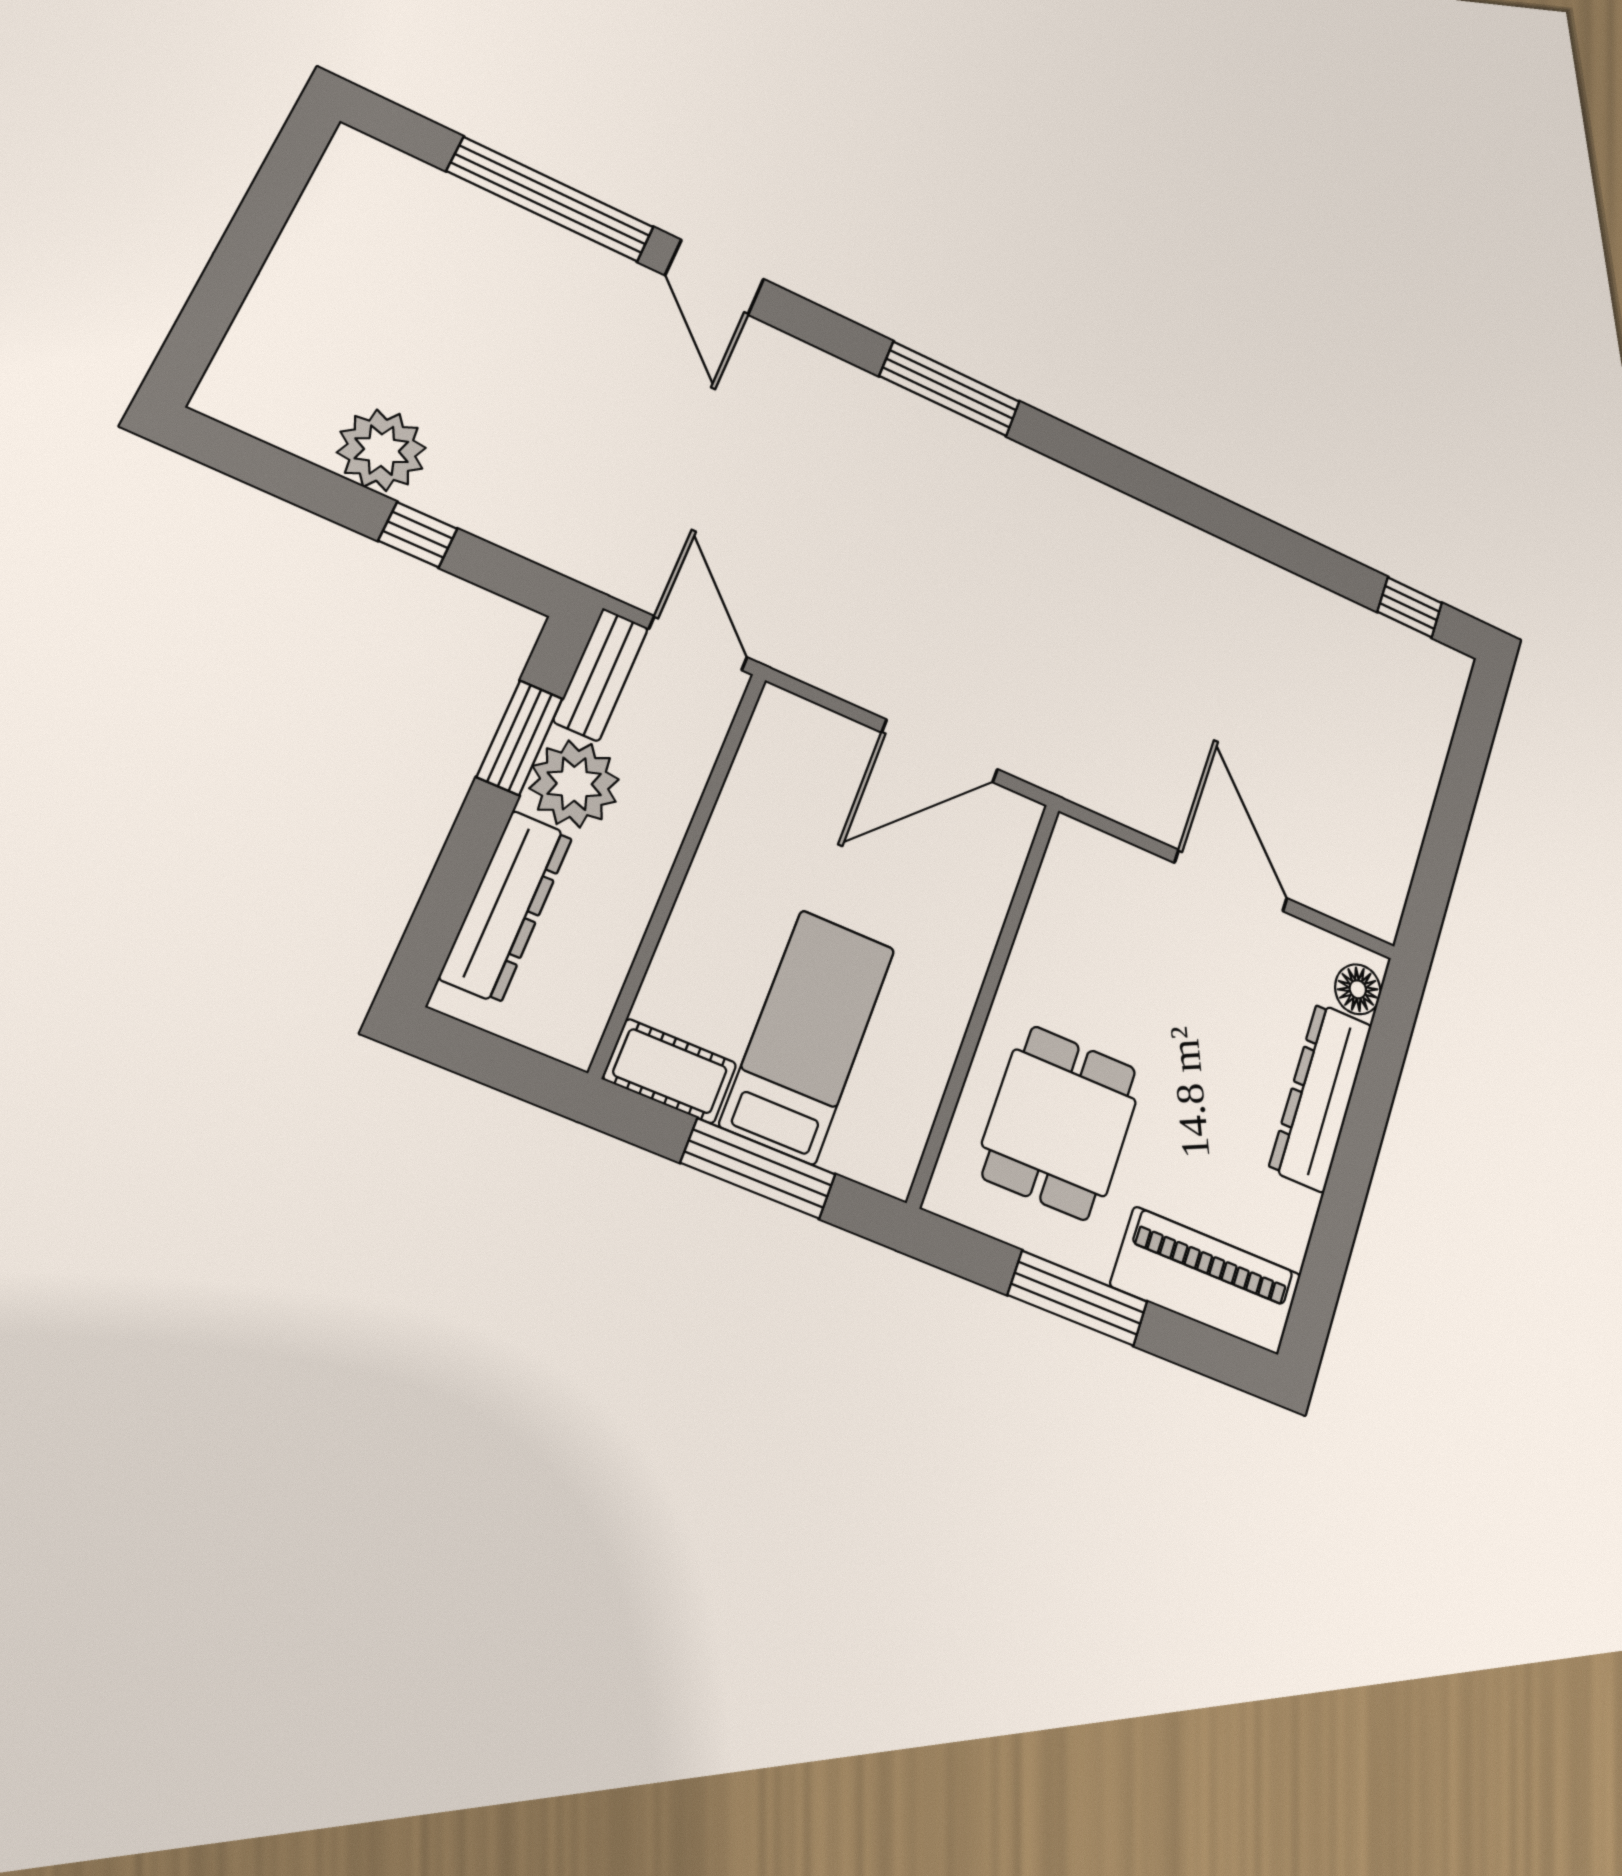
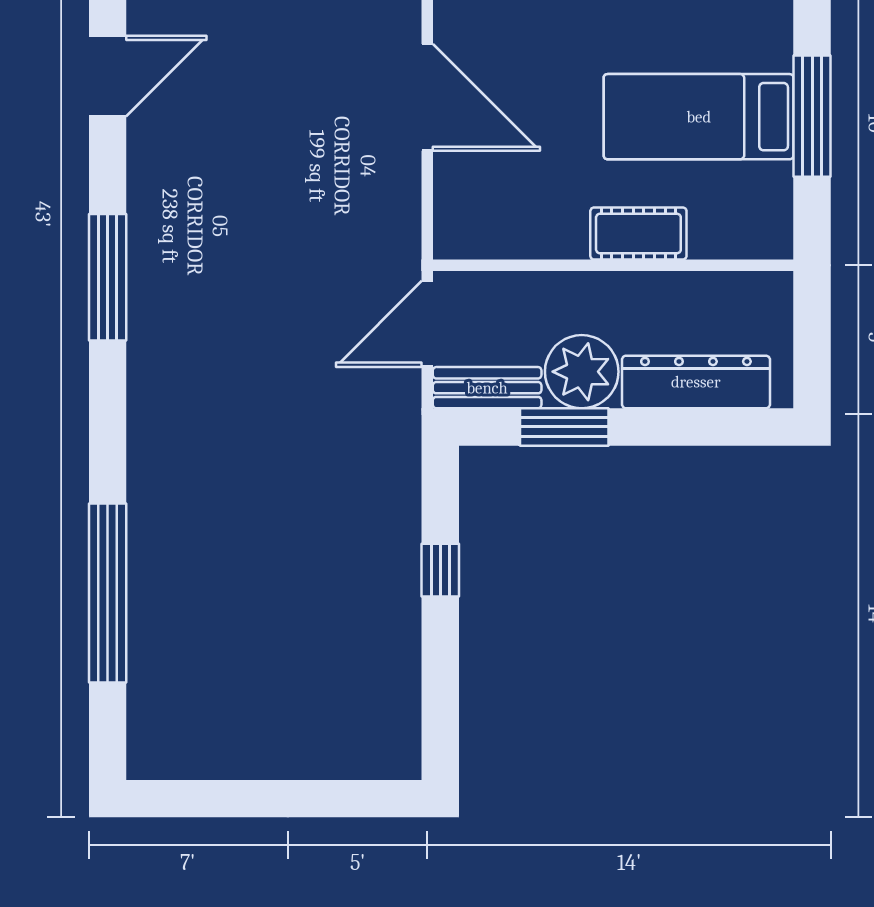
door: (715, 277) -> (108, 76), moved
window: (950, 389) -> (108, 277), moved
plant: (381, 450) -> (386, 626), removed
cot: (670, 1071) -> (638, 234), moved, turned 90

